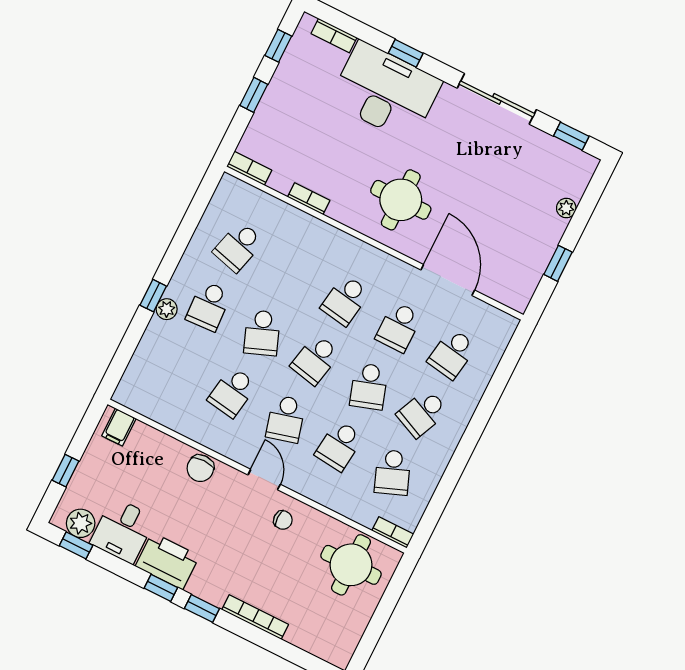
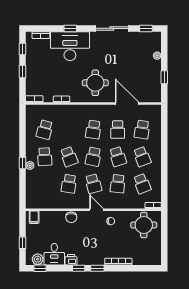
school desk: (422, 413) -> (142, 157), turned -45
printer: (167, 561) -> (71, 260), width x0.53, depth x0.68

